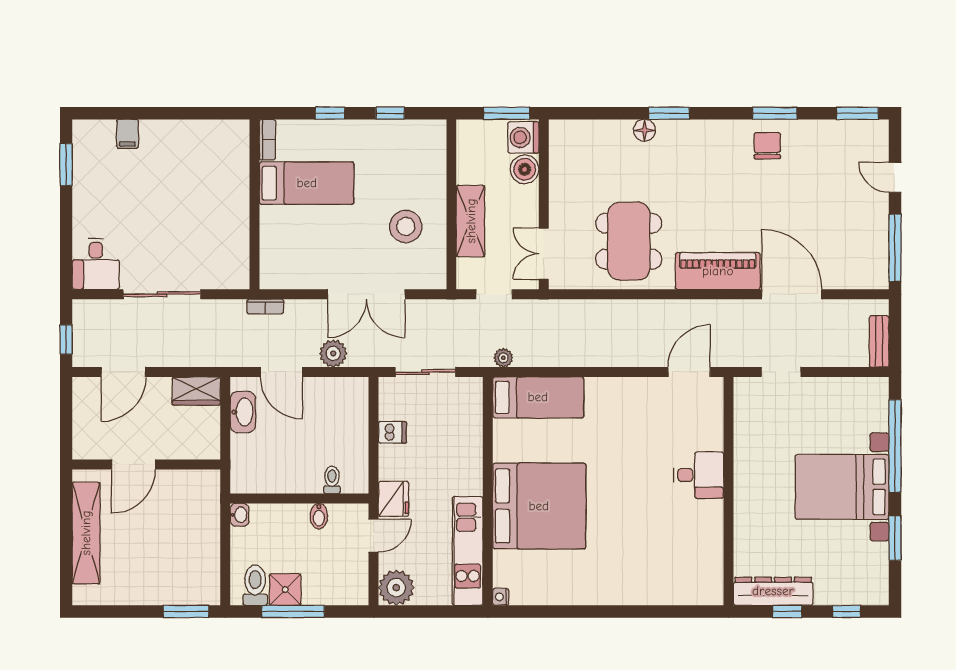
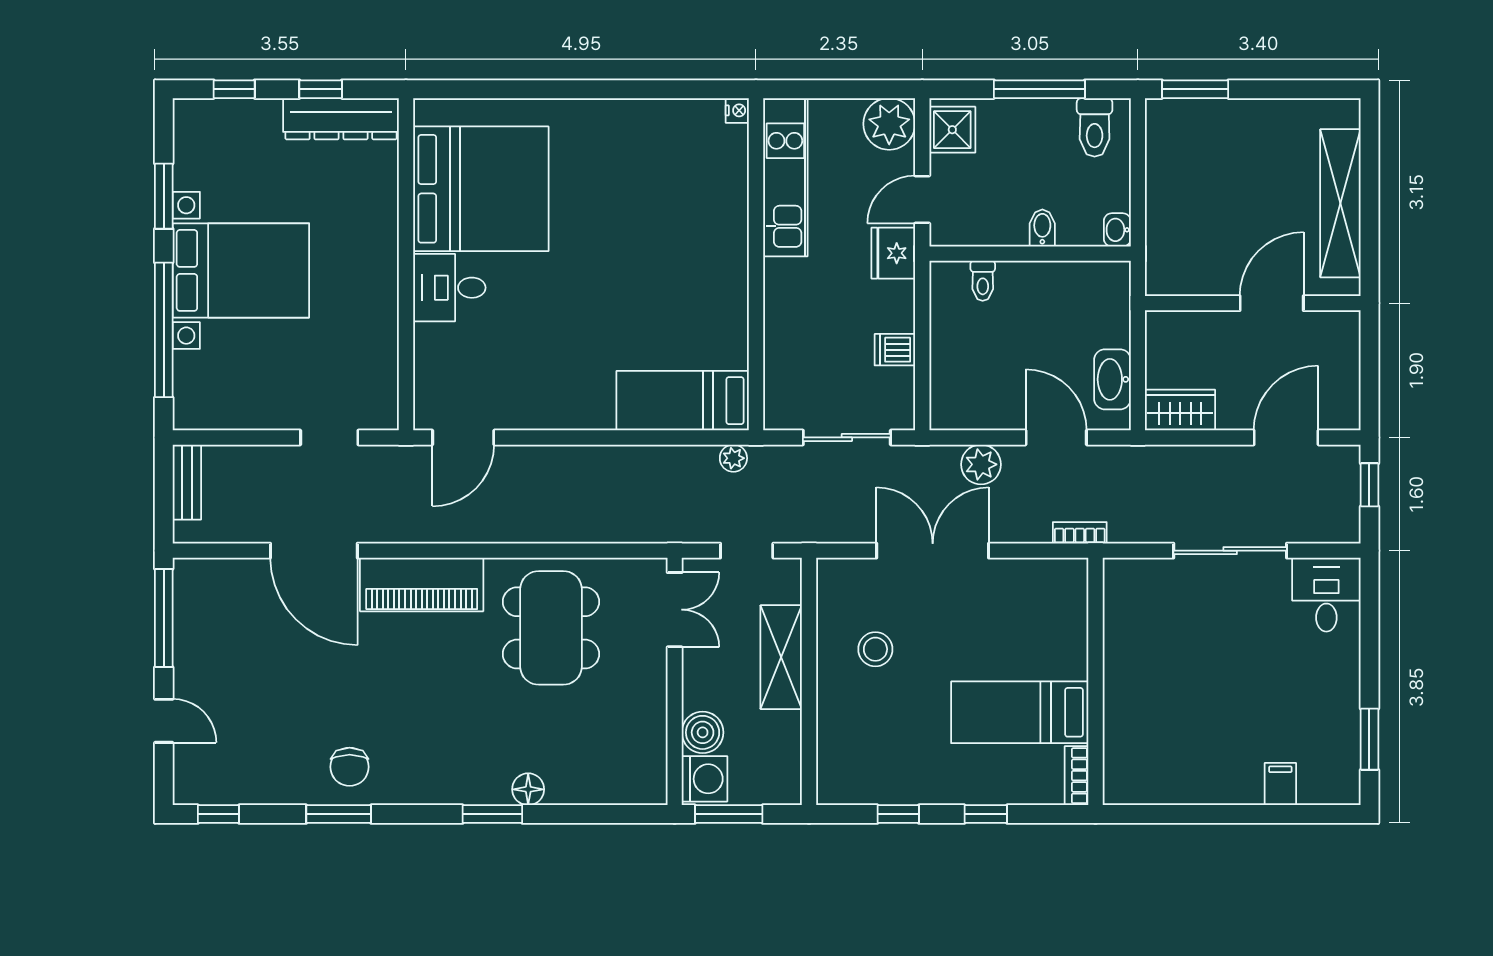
window: (857, 113) -> (218, 814), width x0.67
stool: (406, 226) -> (875, 649), width x0.73, depth x0.73
bed: (539, 506) -> (481, 189), moved, turned 180
bidet: (319, 516) -> (1042, 228), moved
shower: (285, 590) -> (952, 130), moved

